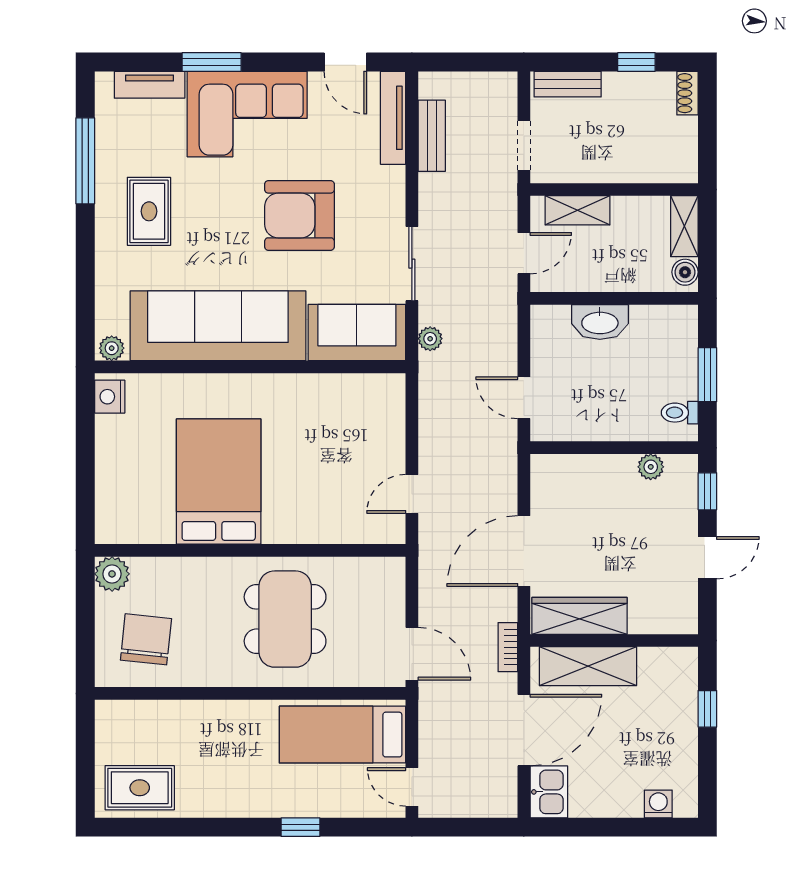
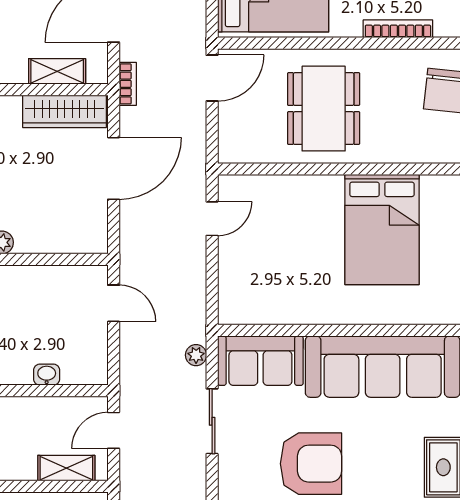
washbasin: (600, 322) -> (47, 375), width x0.52, depth x0.69
door: (412, 654) -> (212, 78), swing flipped
shelving: (588, 666) -> (57, 71), width x0.67, depth x0.75
bookcase: (201, 710) -> (398, 29), added

